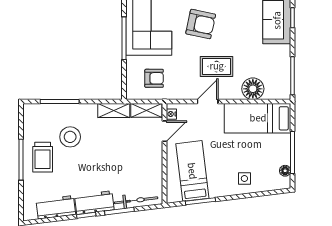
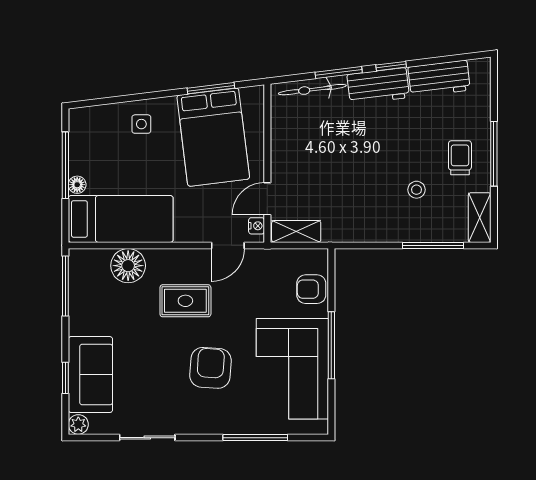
armchair: (201, 24) -> (210, 368), turned 82
armchair: (154, 78) -> (311, 289), moved
door: (208, 102) -> (228, 245), moved
shelving: (114, 111) -> (480, 218), moved, turned 90
stool: (70, 137) -> (416, 190), width x0.53, depth x0.53
trolley: (43, 157) -> (460, 158), width x0.73, depth x0.72
bed: (192, 171) -> (213, 137), width x1.50
floor lamp: (285, 171) -> (77, 185), moved

